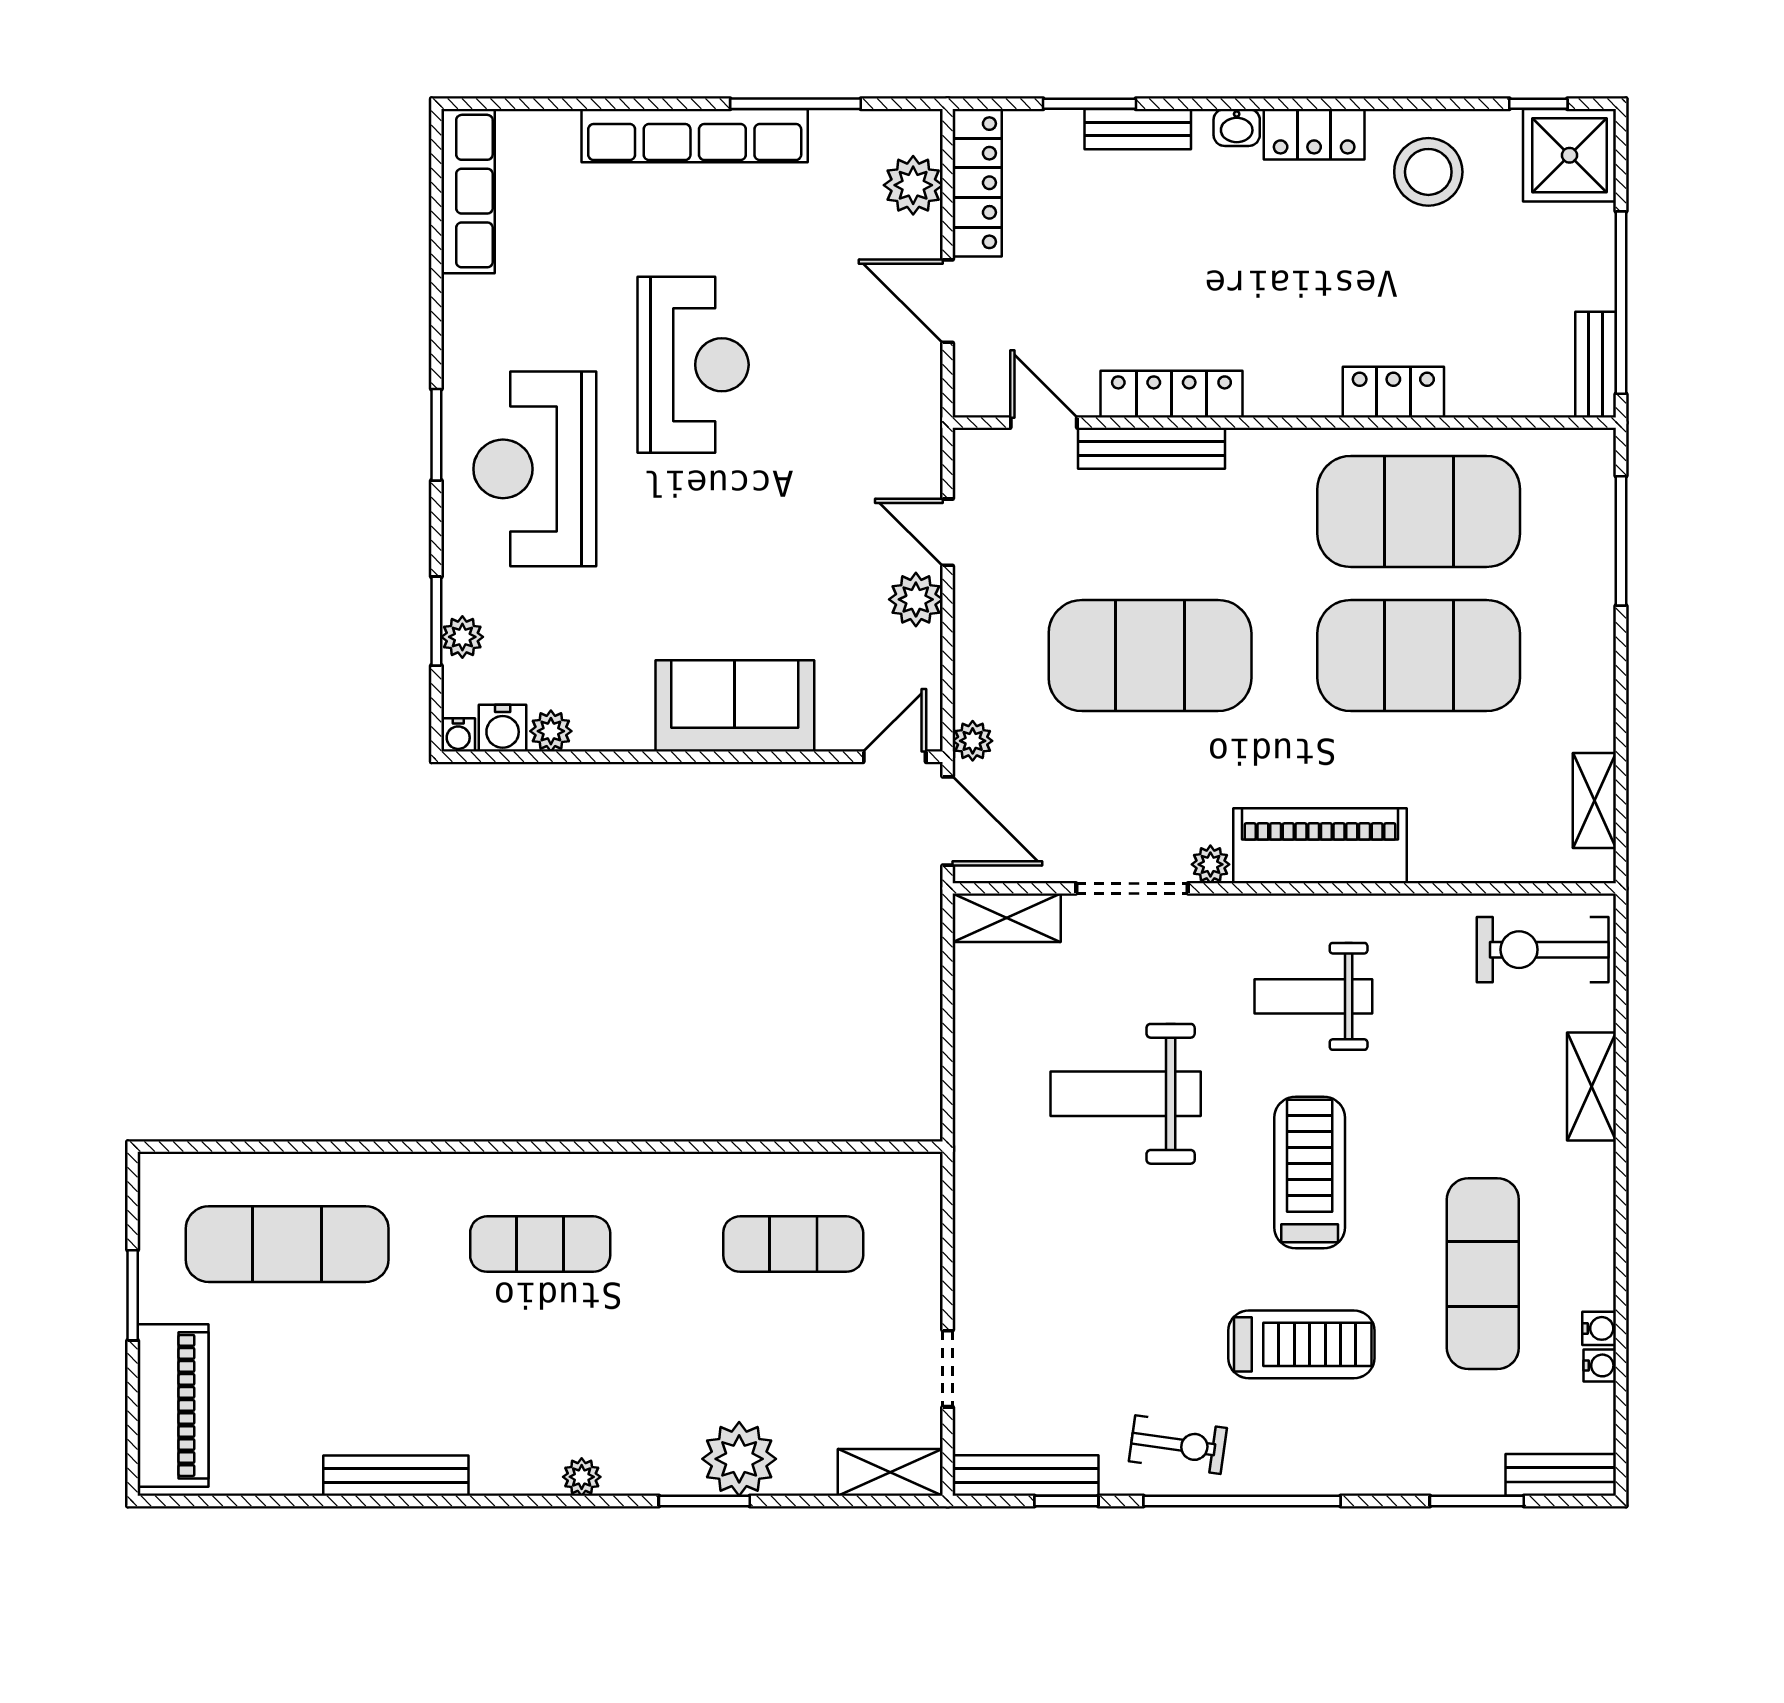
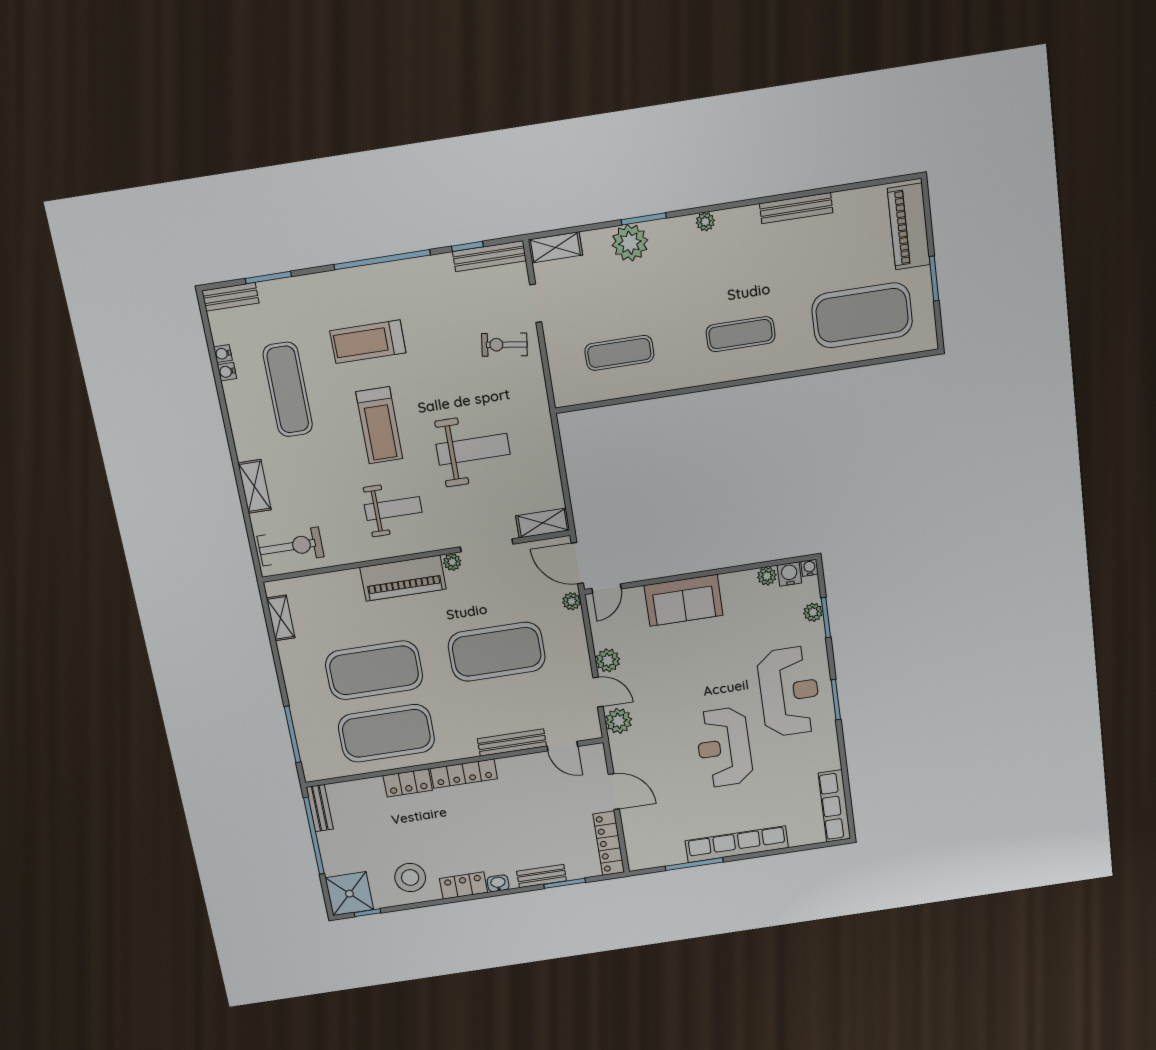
plant: (913, 185) -> (618, 721), moved
locker: (1171, 394) -> (464, 774), moved
exercise mat: (287, 1244) -> (862, 315), width x1.47
exercise bike: (1178, 1445) -> (504, 345), moved

